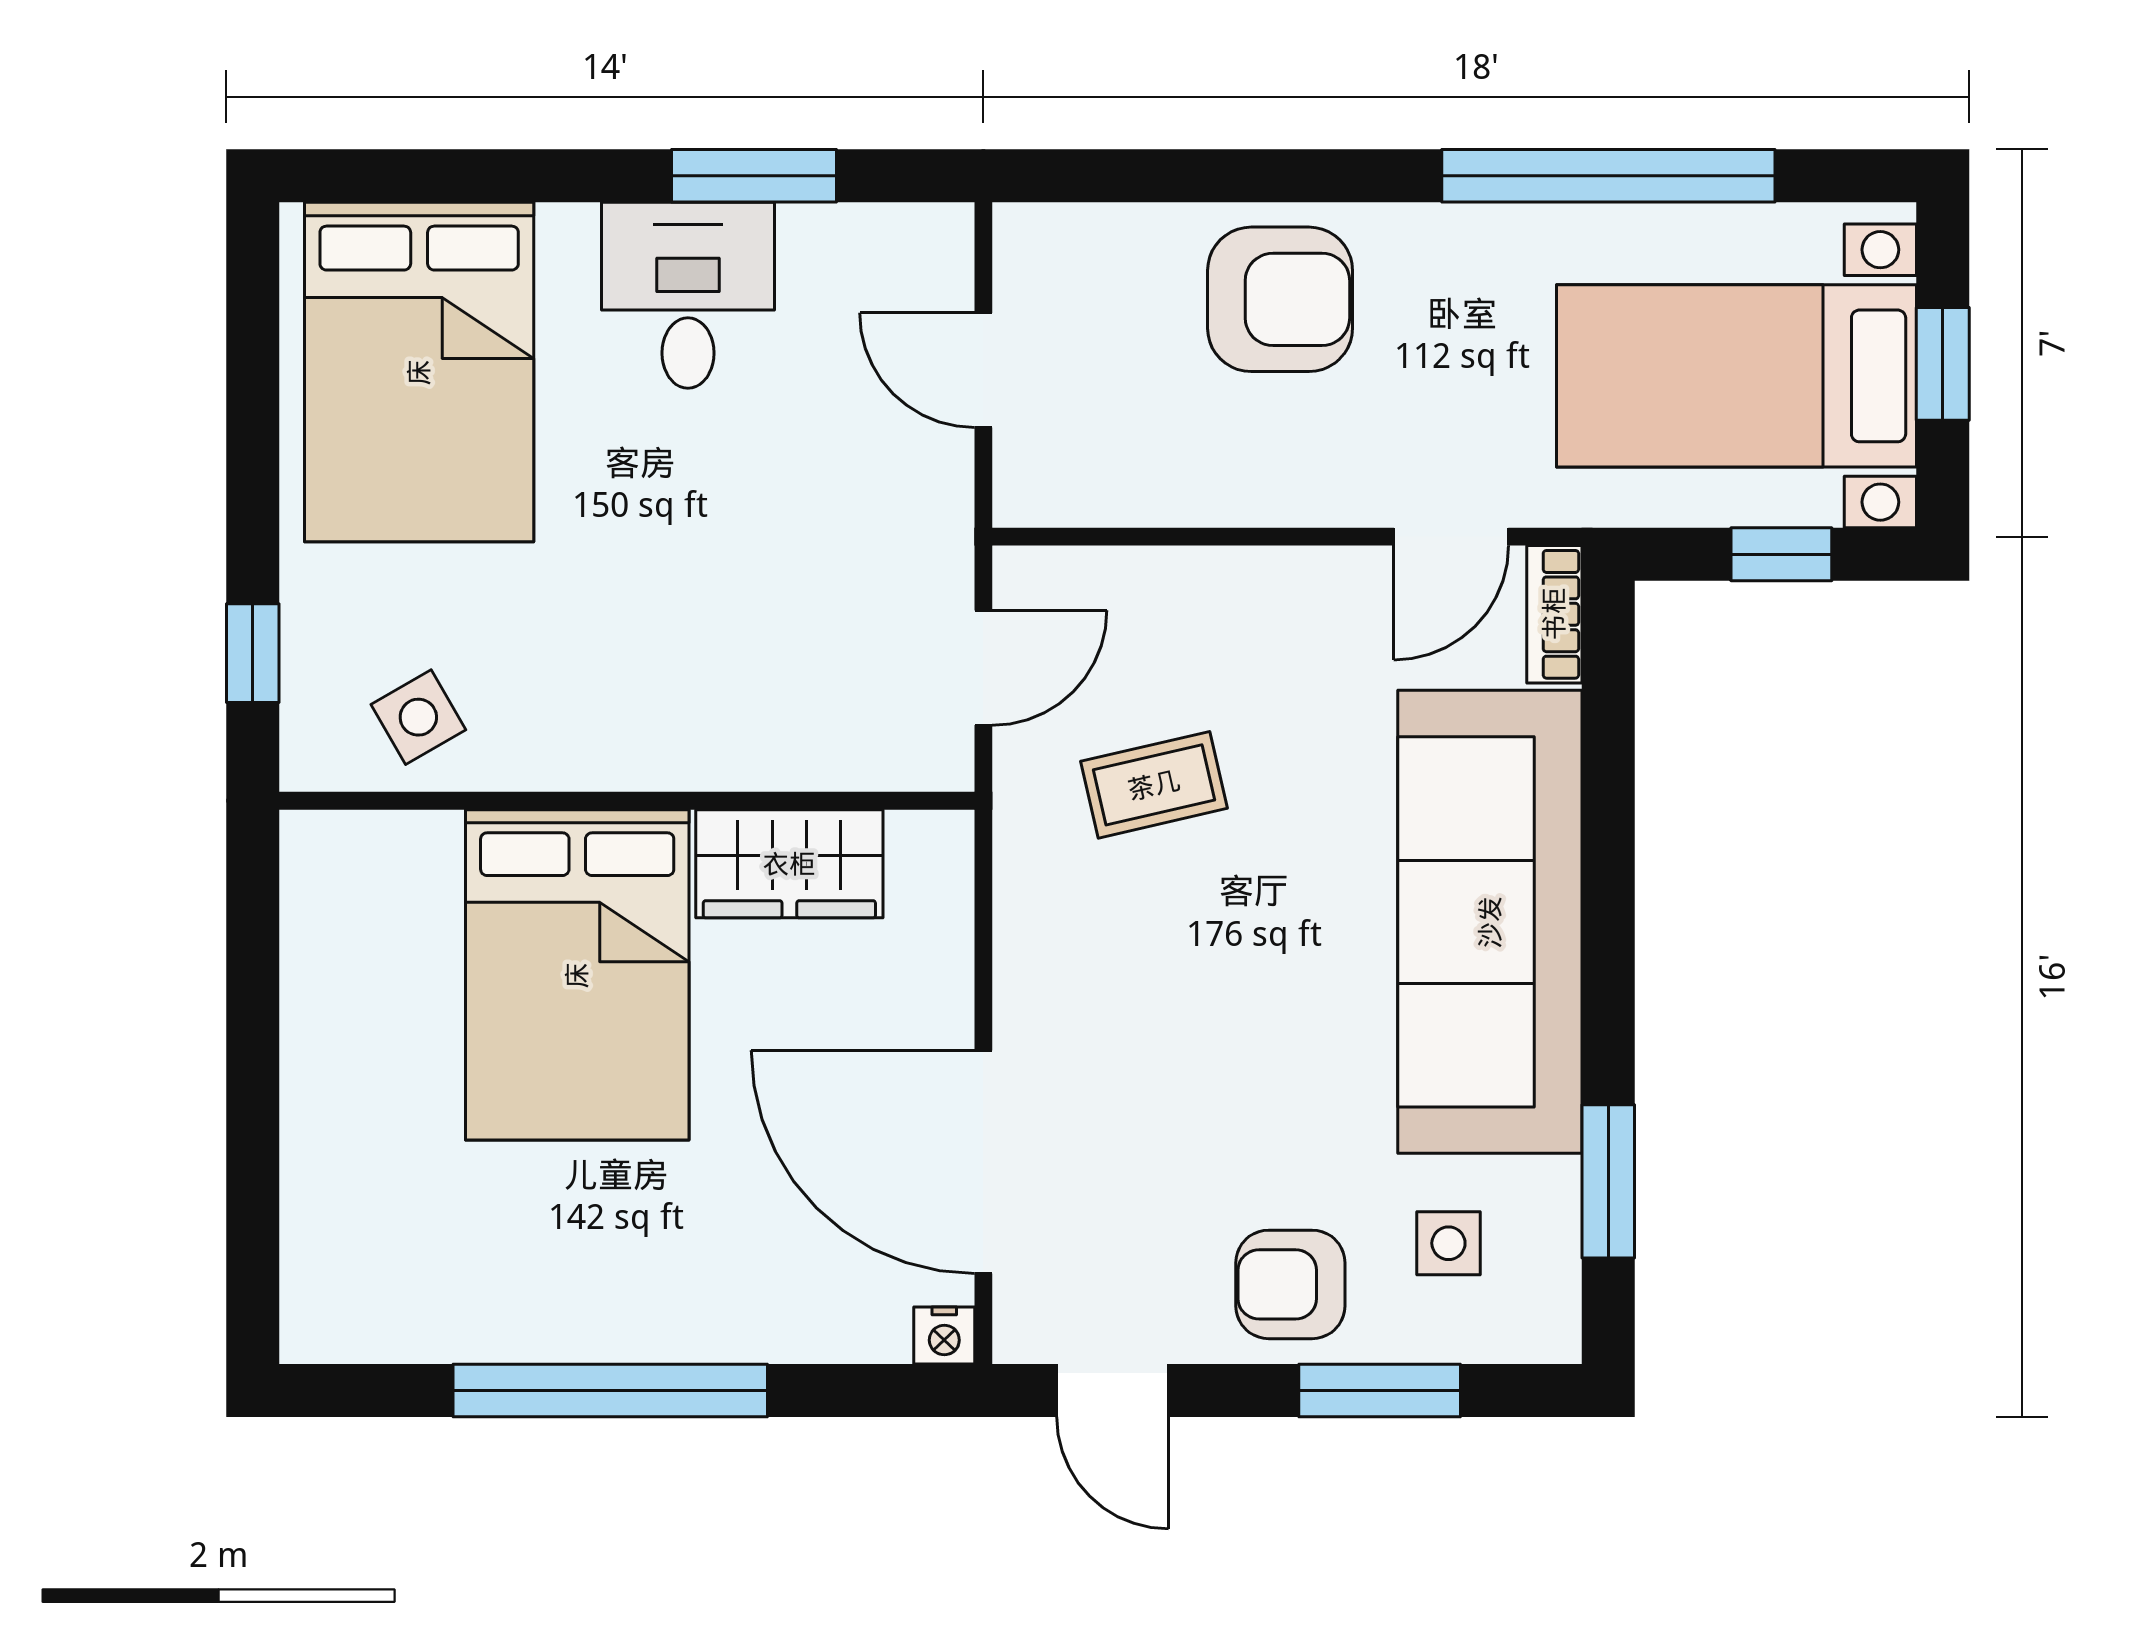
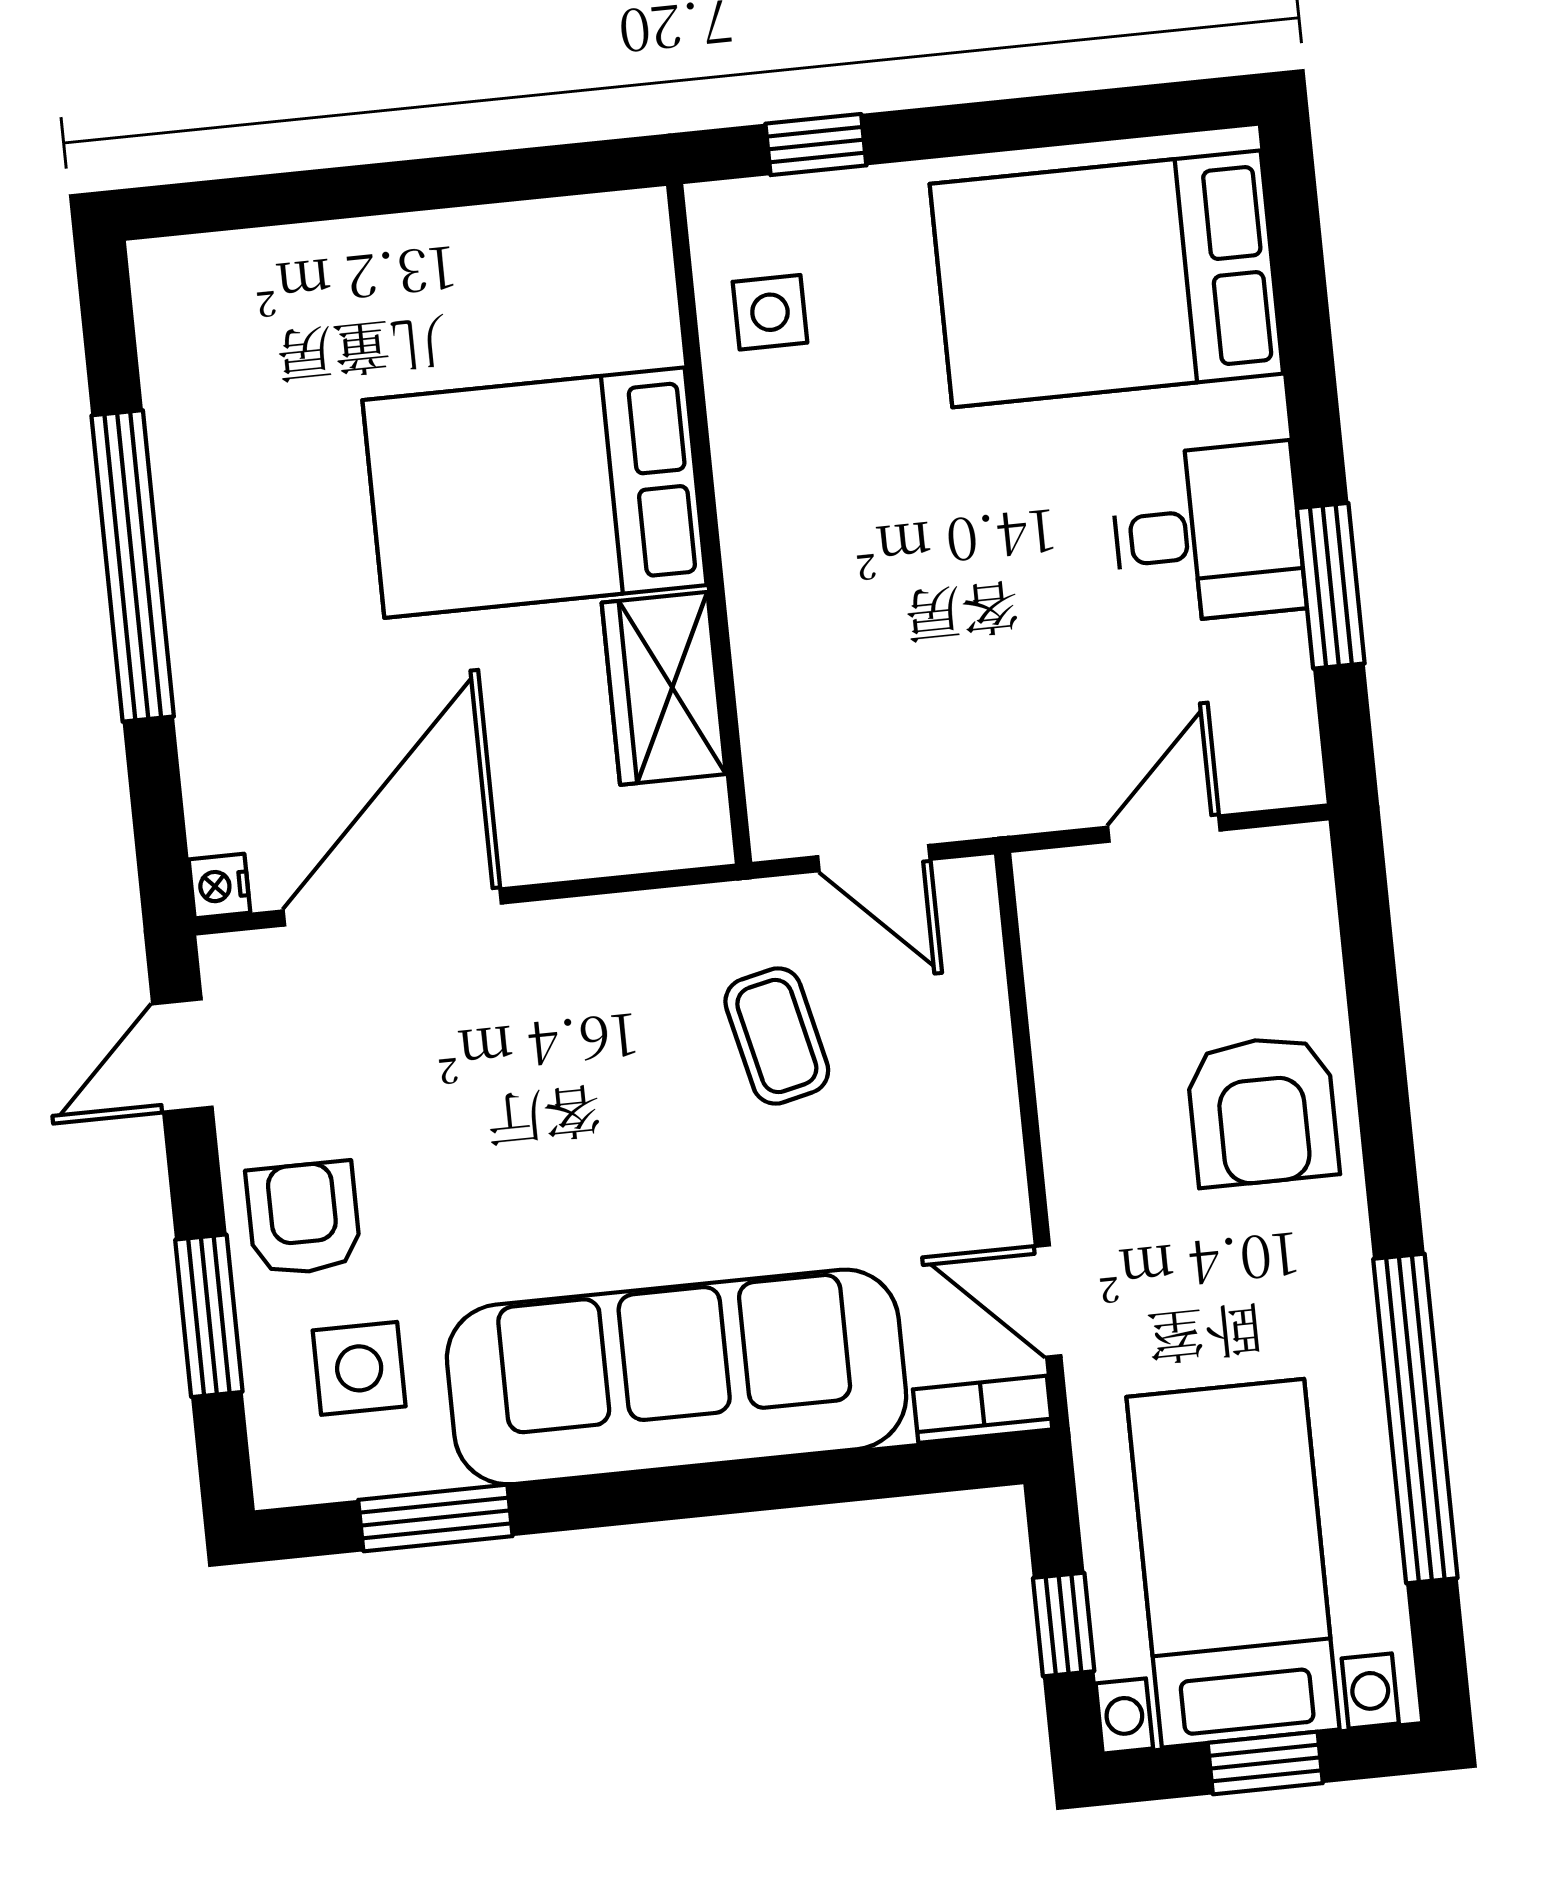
side table: (418, 717) -> (770, 312), turned 30
side table: (1448, 1243) -> (359, 1368), width x1.37, depth x1.37

